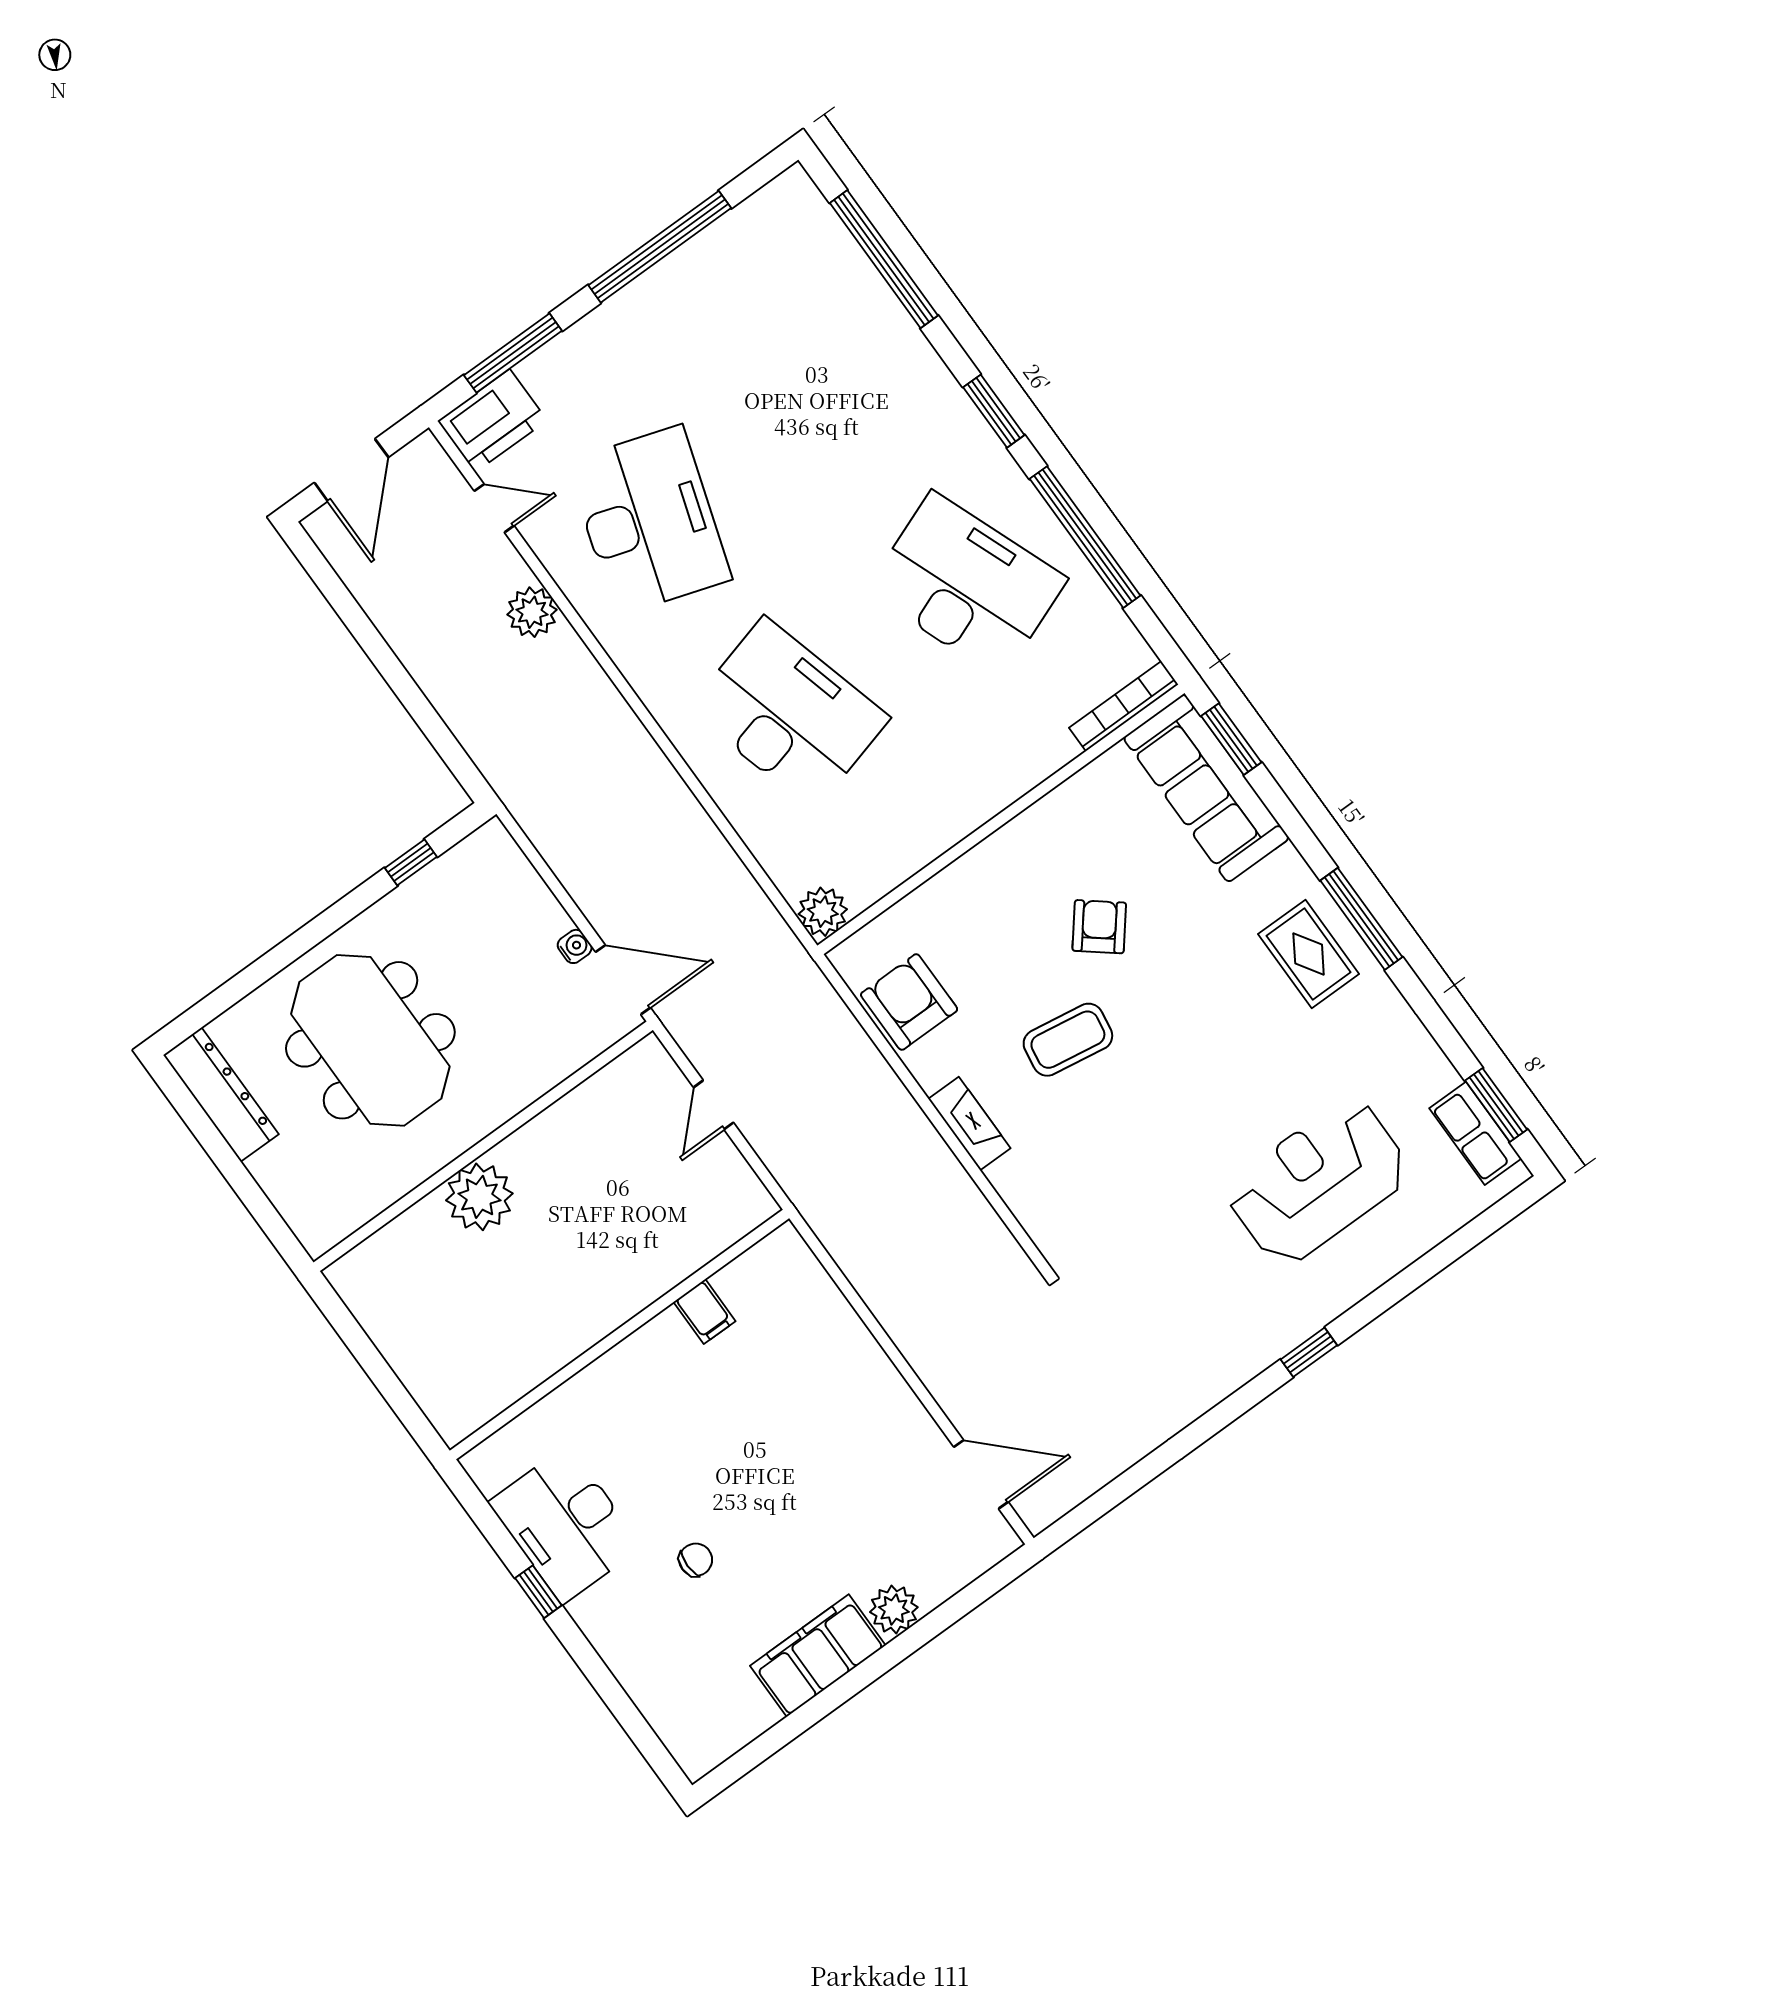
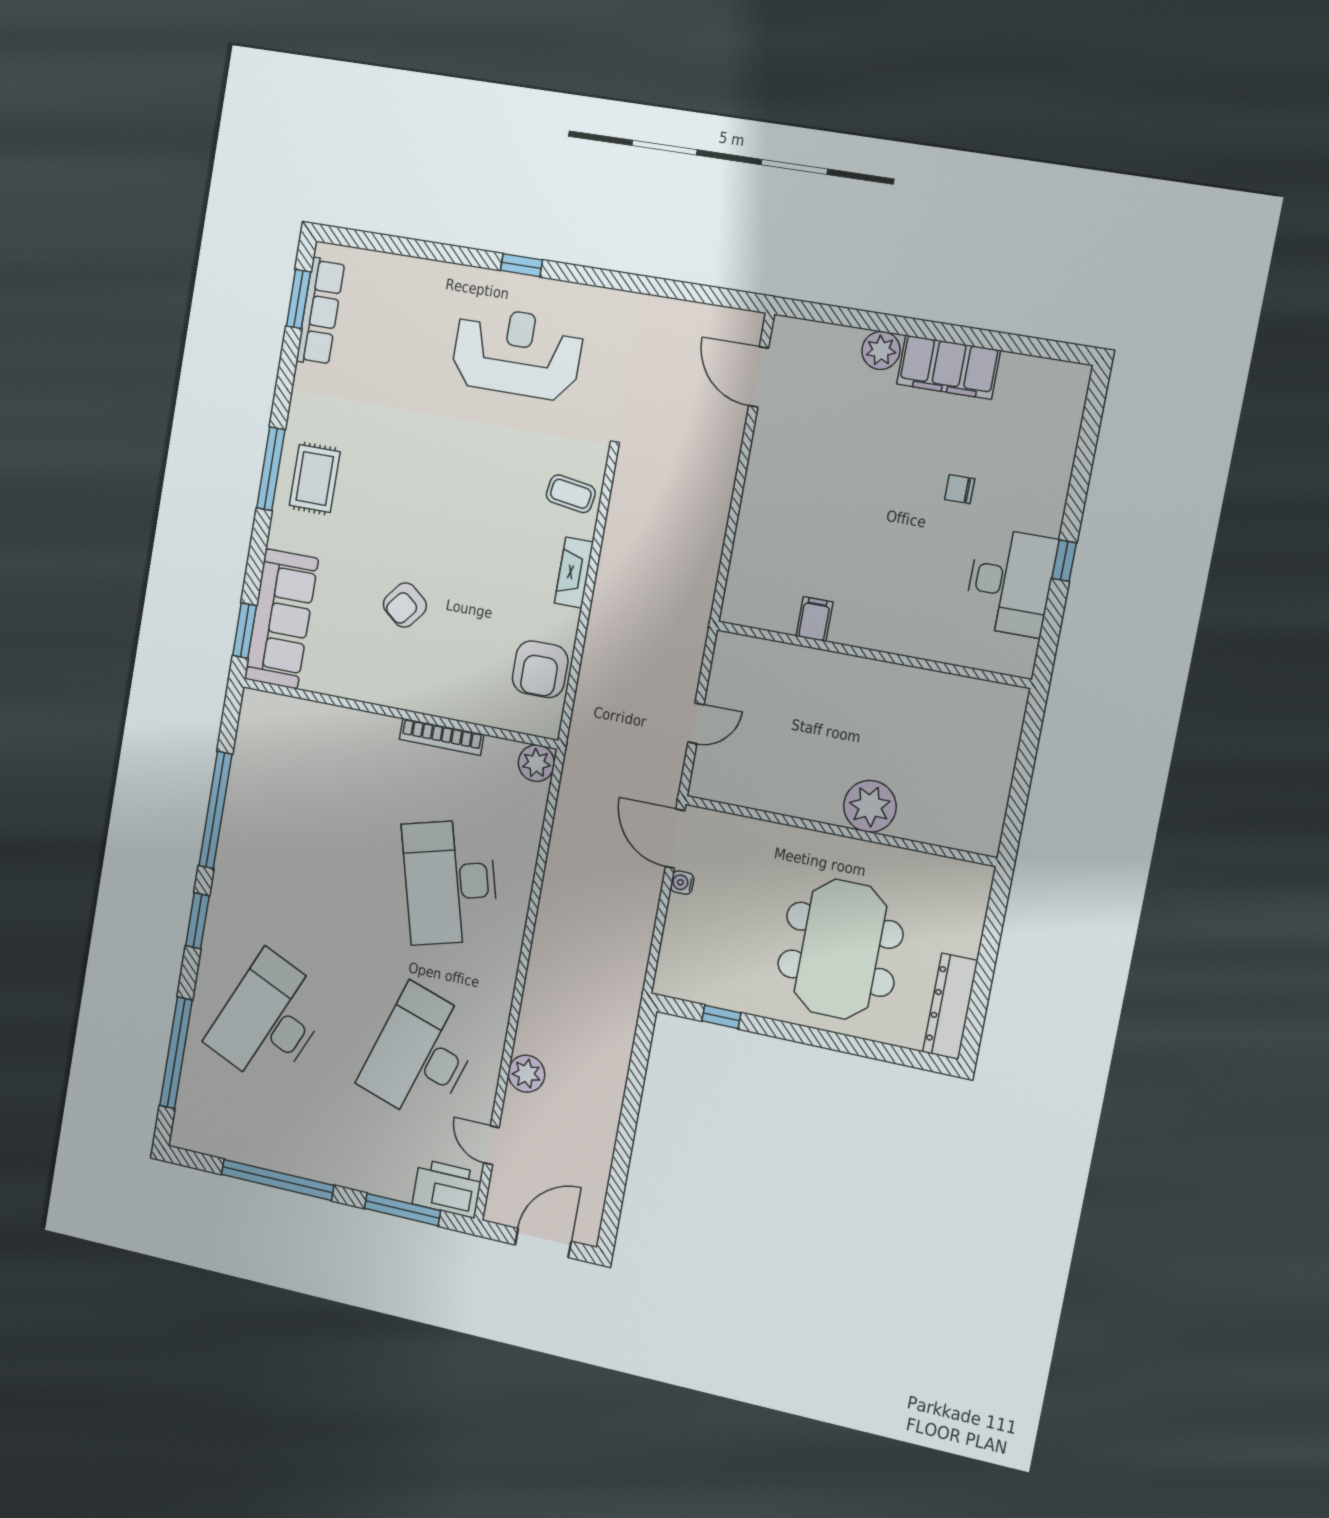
desk: (967, 585) -> (269, 1020), moved, turned 45
bookcase: (1124, 706) -> (442, 737), moved
coffee table: (1068, 1040) -> (571, 494), moved, width x0.73, depth x0.77
row of seats: (1475, 1133) -> (320, 312), width x1.48
reception desk: (1318, 1182) -> (517, 353), moved, turned 180

